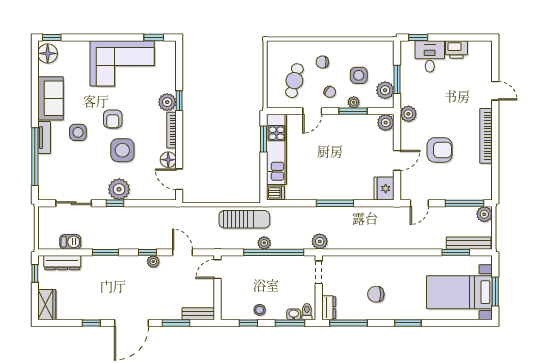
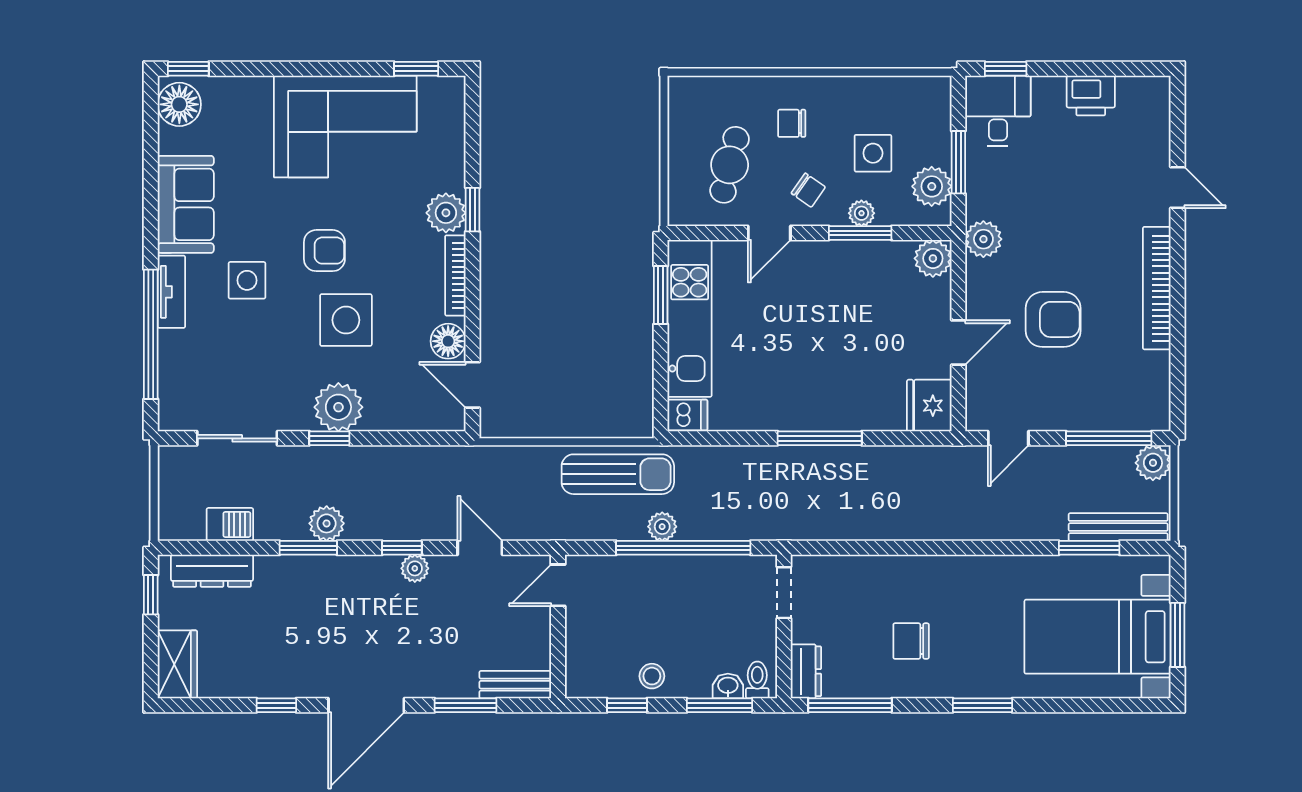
desk: (430, 56) -> (998, 111), moved
armchair: (113, 119) -> (324, 251), turned -90
plant: (320, 241) -> (327, 523), moved

